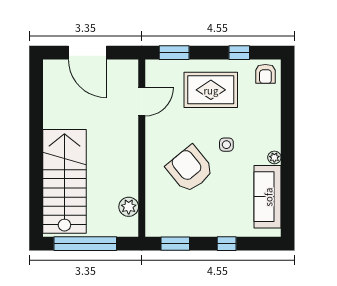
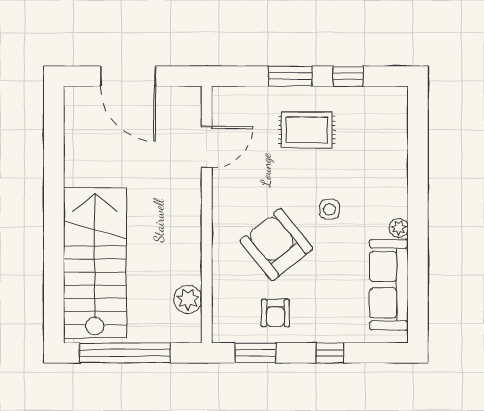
window: (174, 53) -> (290, 76), moved
armchair: (265, 74) -> (275, 313), moved
rug: (211, 90) -> (307, 130), width x0.73, depth x0.70

